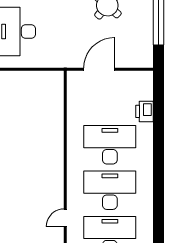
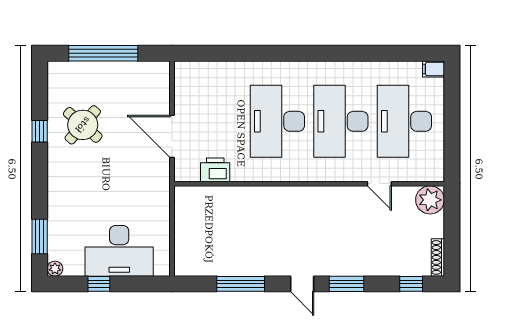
printer: (145, 111) -> (215, 170), moved, turned 180

